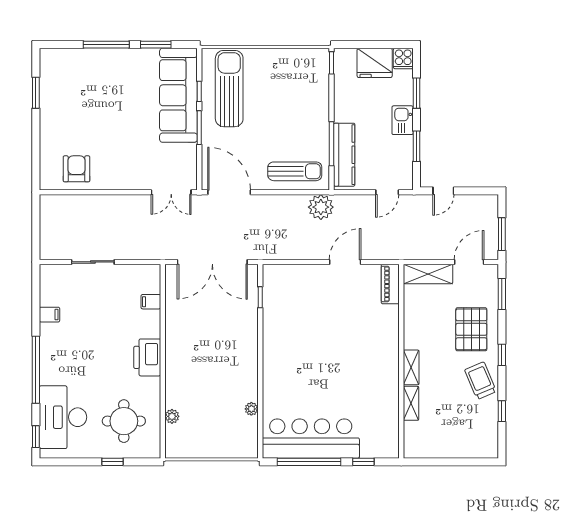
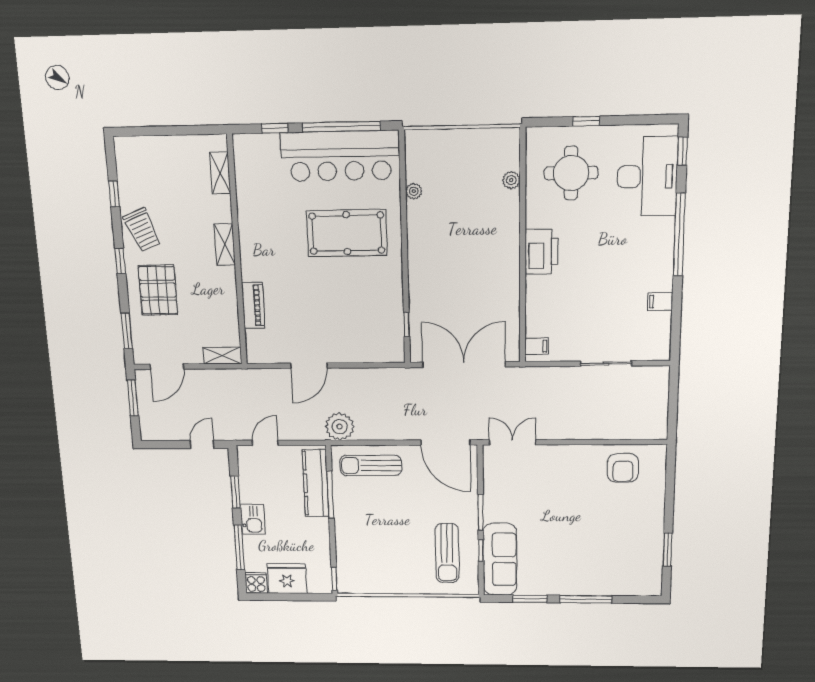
sun lounger: (229, 89) -> (447, 553), width x0.73, depth x0.75
window: (416, 93) -> (239, 547), width x1.44
sofa: (178, 95) -> (500, 559), width x0.74, depth x0.79
shelving: (428, 274) -> (222, 356), width x0.67, depth x0.75
piano: (390, 284) -> (253, 305), moved
filing cabinet: (151, 302) -> (537, 346), moved
pool table: (308, 375) -> (347, 233), added
shelving: (411, 403) -> (220, 173), moved

